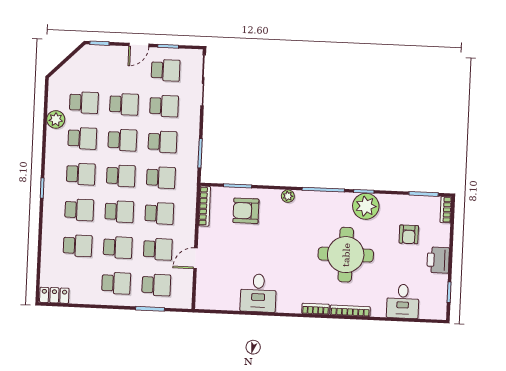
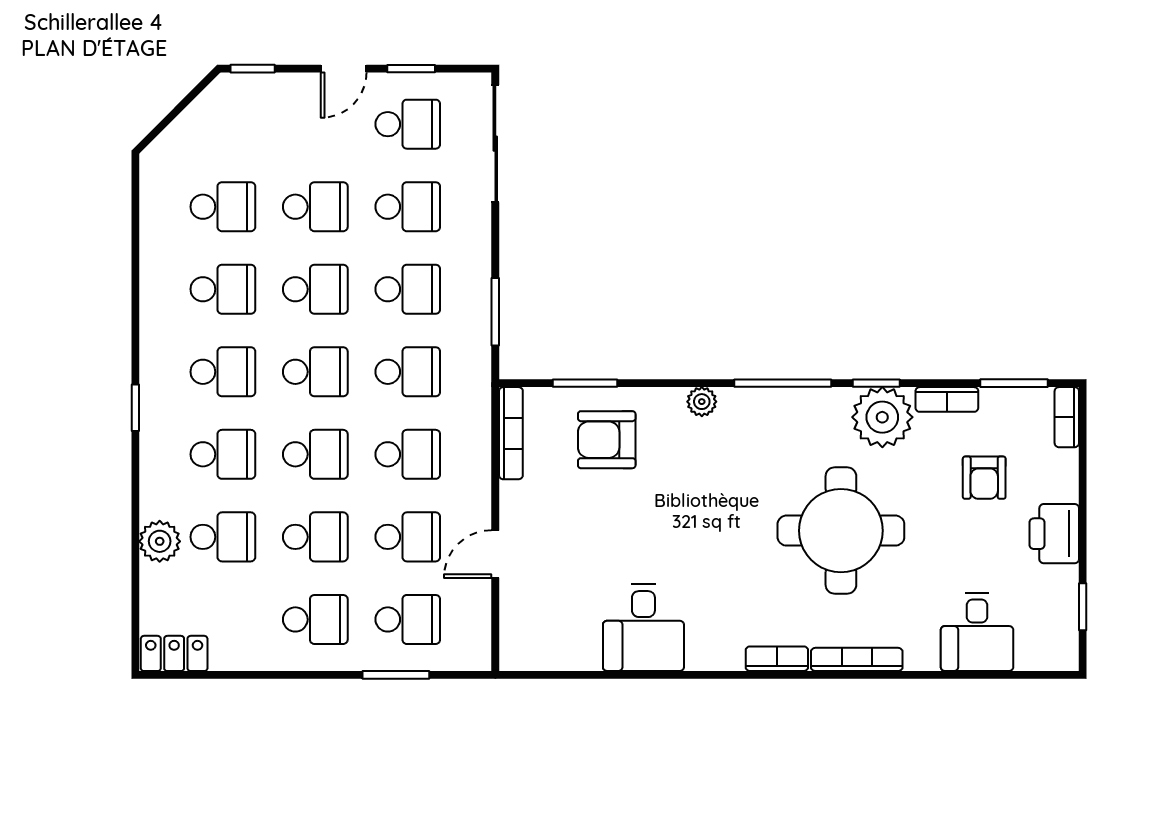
plant: (56, 119) -> (160, 541), moved
bookcase: (394, 200) -> (947, 399), added

